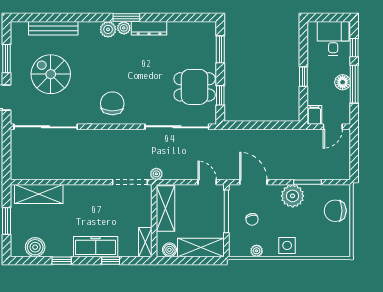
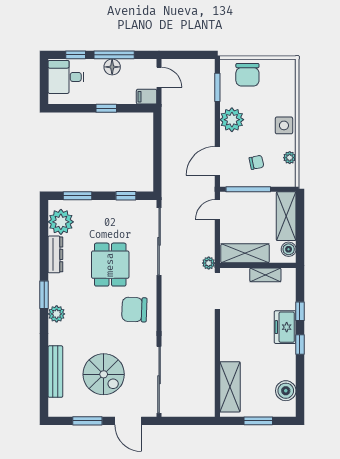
plant: (124, 28) -> (61, 222), moved, width x1.88, depth x1.88
dresser: (149, 28) -> (55, 254), moved
spiral stairs: (51, 74) -> (104, 374), turned -90
dining table: (195, 87) -> (110, 265), moved
window: (308, 182) -> (217, 87), moved
shelving: (145, 242) -> (265, 275), moved
freezer: (96, 247) -> (285, 327), width x0.71
window: (62, 261) -> (300, 344), moved

